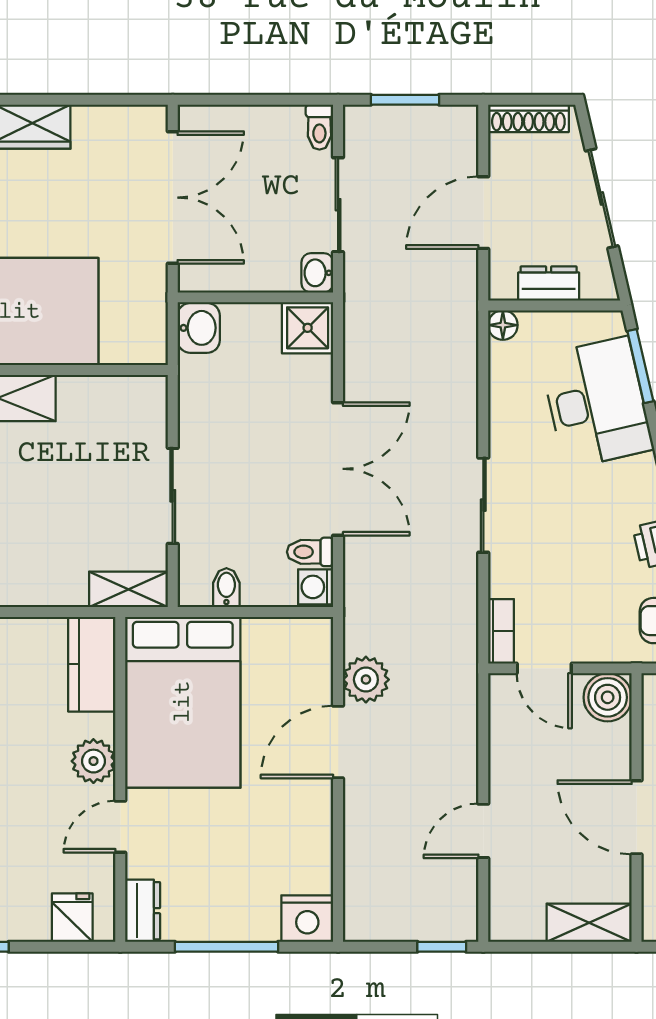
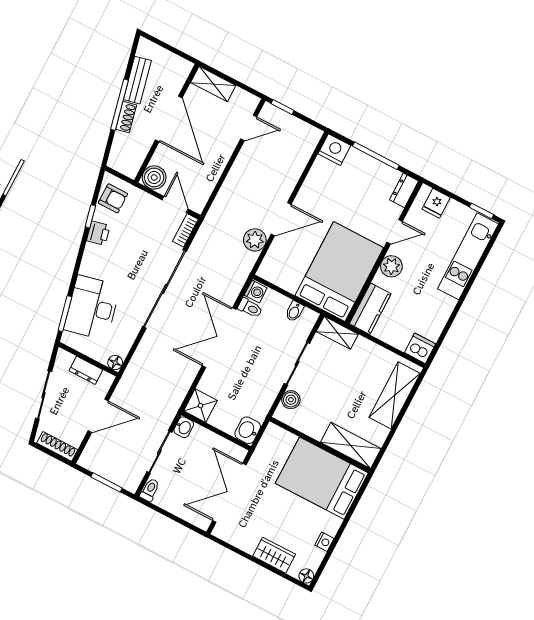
boiler: (149, 424) -> (291, 400), added
sliding door: (483, 505) -> (164, 289), width x1.86
door: (637, 817) -> (169, 119), width x1.36
door: (483, 831) -> (249, 128), moved

